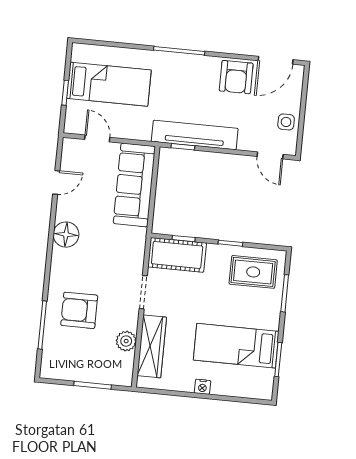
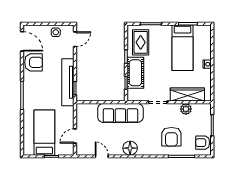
sofa: (134, 185) -> (120, 113), moved
cot: (177, 255) -> (135, 73), moved
armchair: (63, 365) -> (203, 143), added

